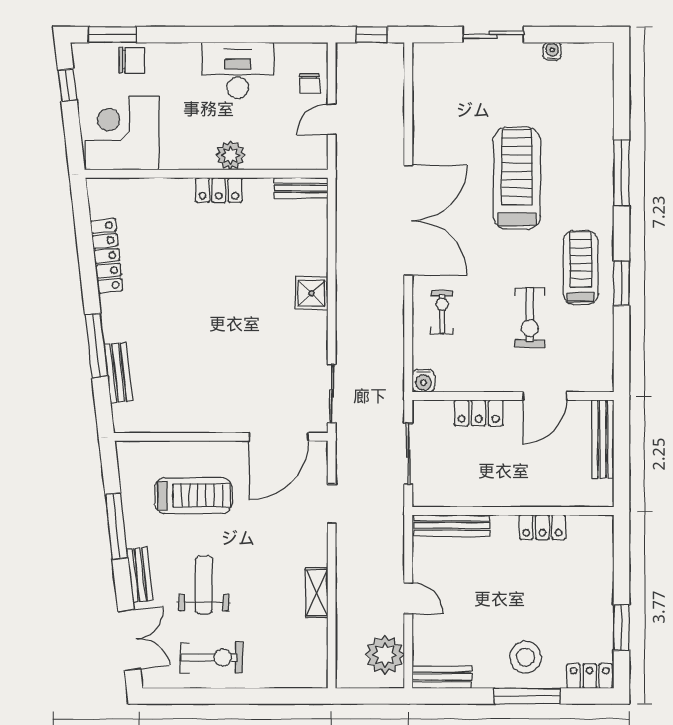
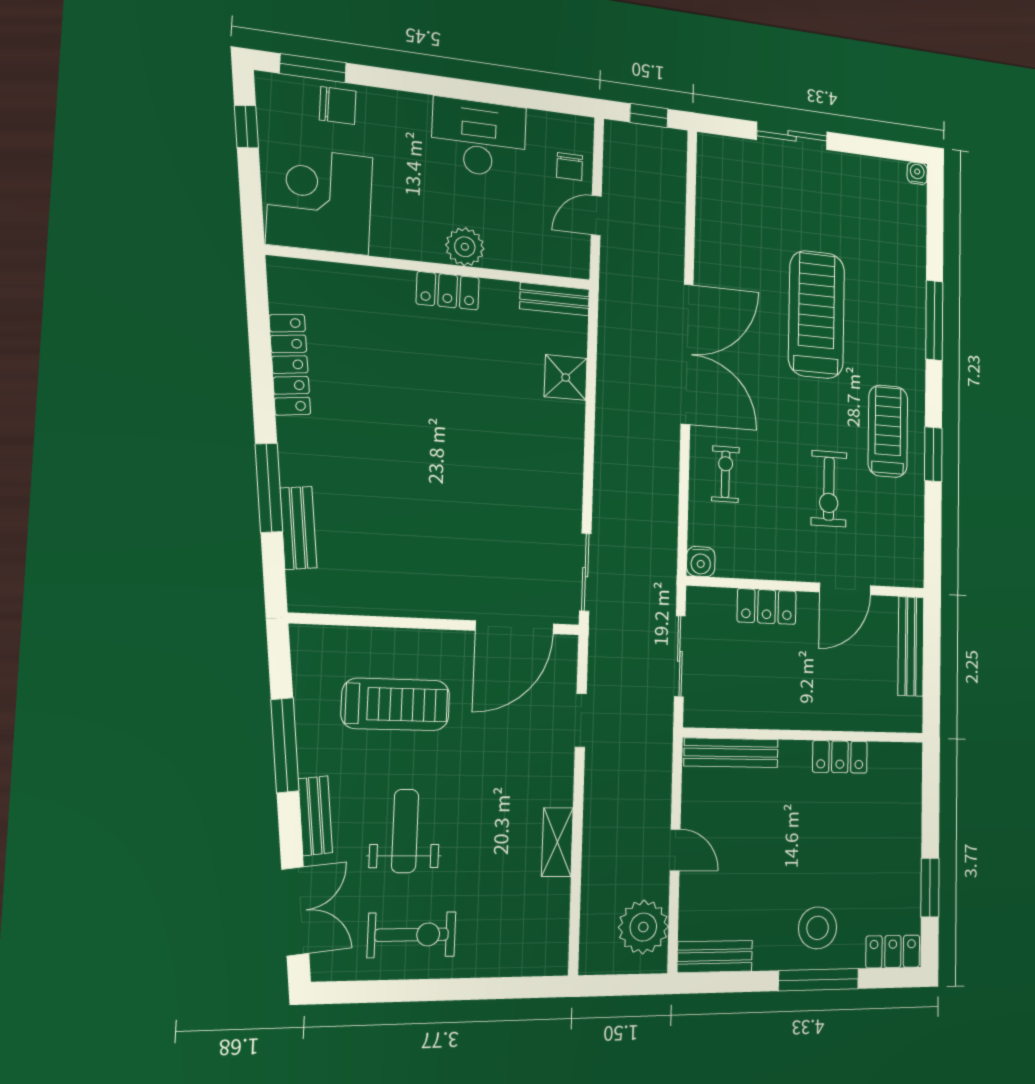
water cooler: (552, 51) -> (917, 173), moved
shower: (312, 293) -> (566, 378), moved

